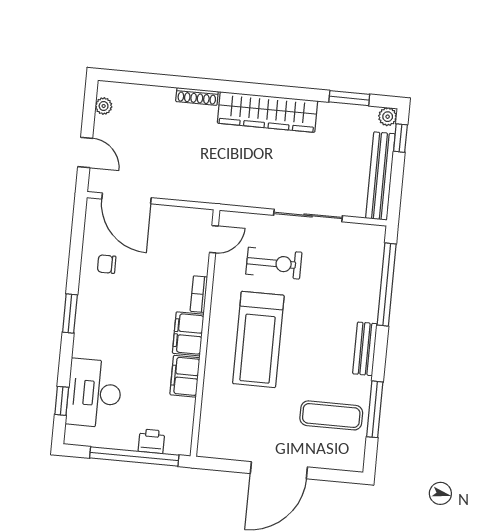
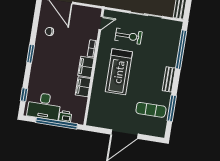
desk: (94, 393) -> (44, 106), moved, turned -90

